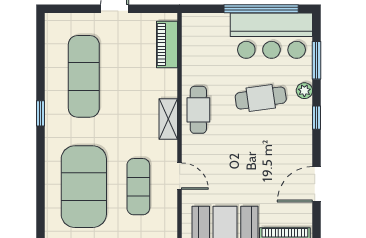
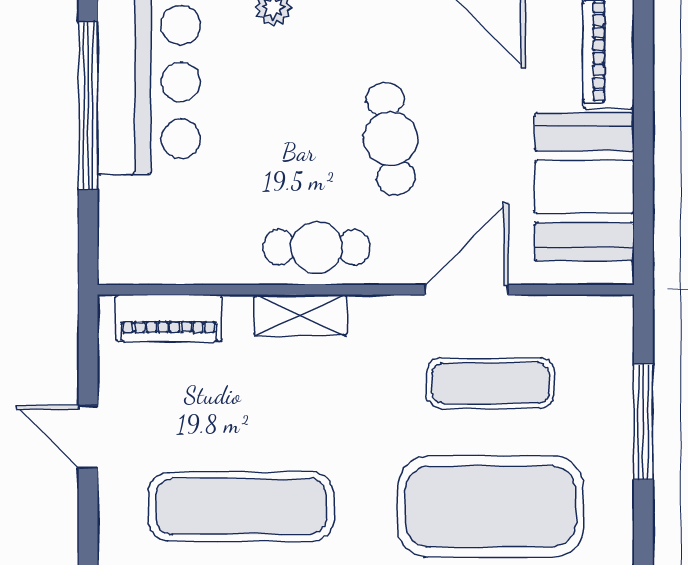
cafe table: (261, 98) -> (390, 139), moved
shelving: (168, 119) -> (301, 315), moved
door: (180, 176) -> (467, 290), width x1.38

